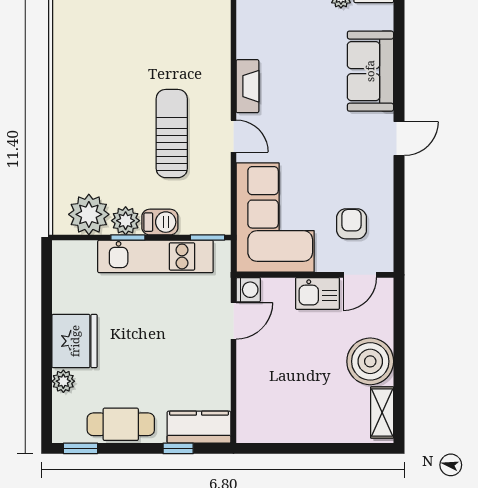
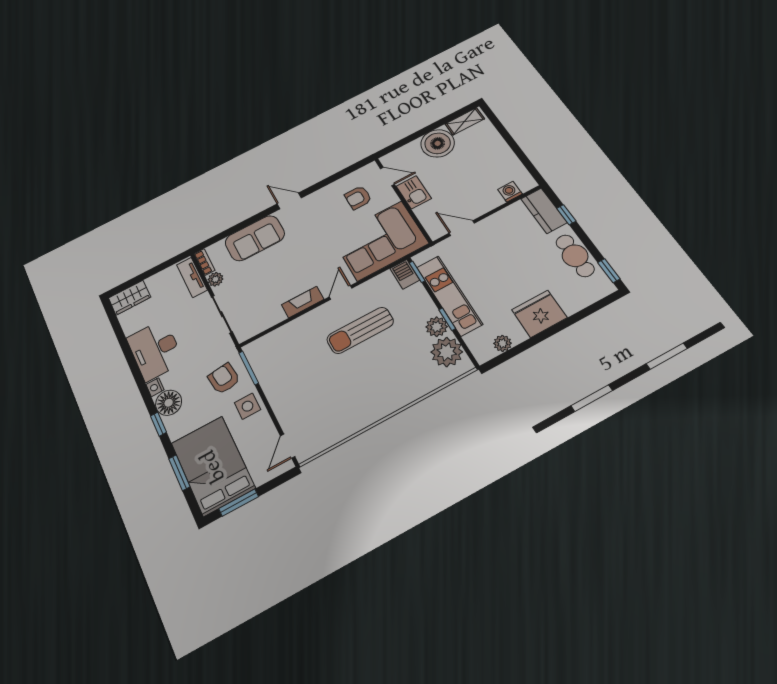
barbecue: (160, 222) -> (405, 274), moved
washing machine: (248, 290) -> (510, 192), moved
plant: (63, 381) -> (503, 343), moved

